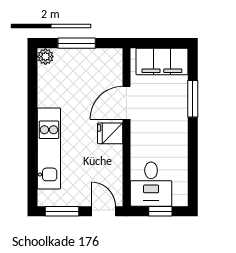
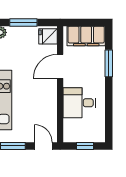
fridge: (110, 133) -> (48, 36), moved
desk: (151, 184) -> (79, 103), moved, turned 90

